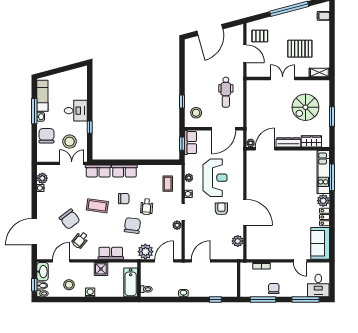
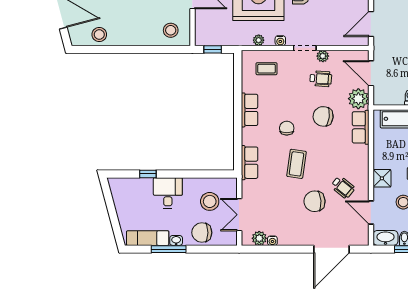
stool: (193, 60) -> (99, 34), added
window: (182, 102) -> (156, 49), removed
window: (90, 127) -> (148, 174), moved
row of seats: (190, 143) -> (211, 38), removed
double door: (72, 163) -> (239, 215), moved
row of seats: (124, 171) -> (249, 110), moved
wheelchair: (147, 207) -> (321, 79), moved
chair: (70, 219) -> (315, 201), turned -147
door: (34, 232) -> (332, 249), hinge flipped
row of seats: (111, 253) -> (361, 127), moved
door: (201, 261) -> (371, 24), hinge flipped
shower: (101, 269) -> (382, 178), moved

